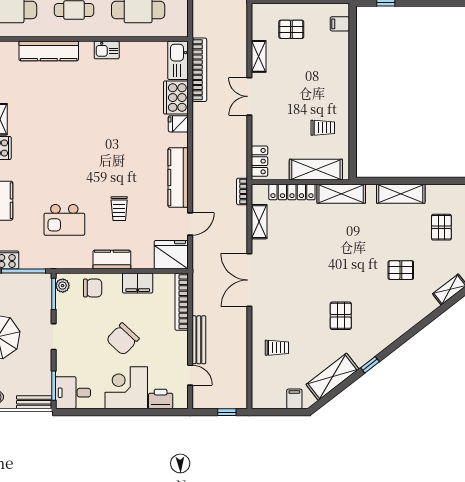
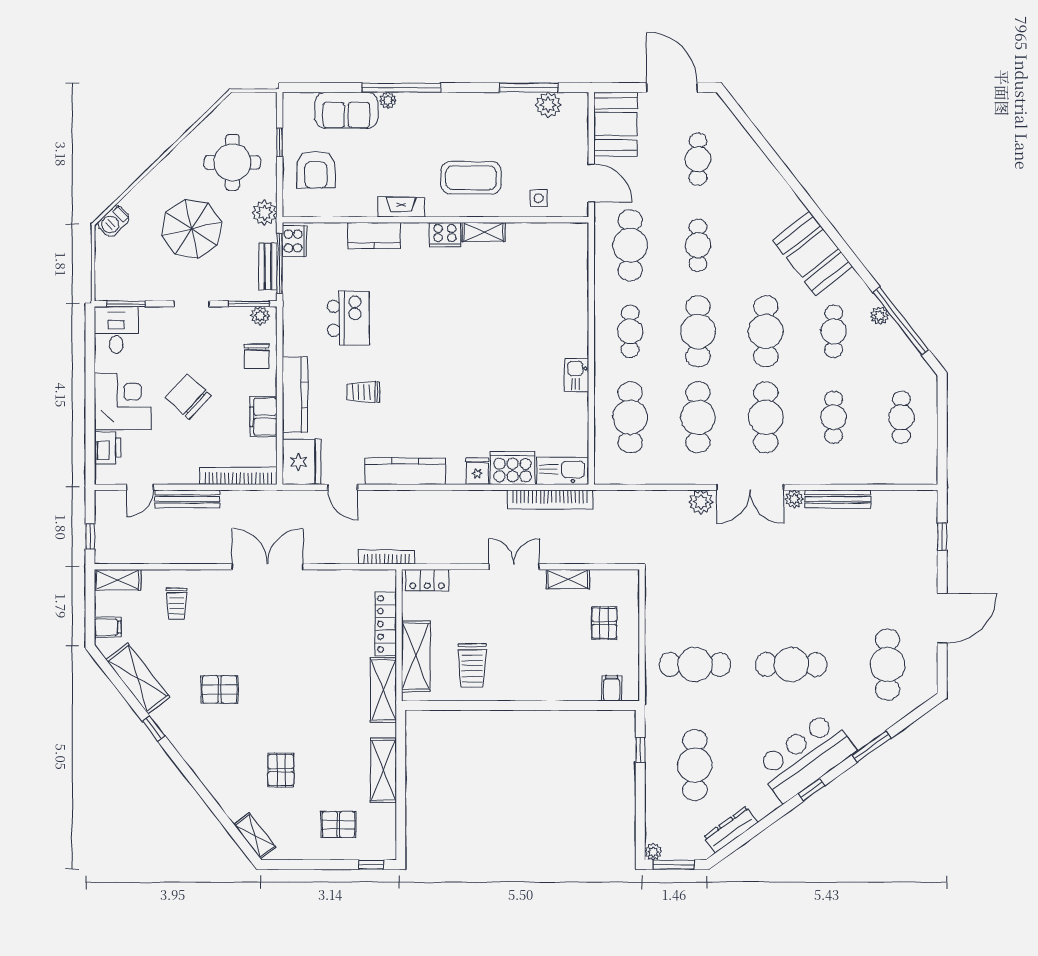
kitchen counter: (49, 51) -> (575, 297), removed
trolley: (323, 128) -> (472, 665), width x1.36, depth x1.39
bookcase: (242, 191) -> (386, 557), width x1.56
kitchen island: (64, 220) -> (348, 318), turned 180
shelving: (259, 222) -> (118, 580), moved
kitchen counter: (112, 260) -> (295, 395), width x1.50
bench: (34, 402) -> (268, 266), moved

